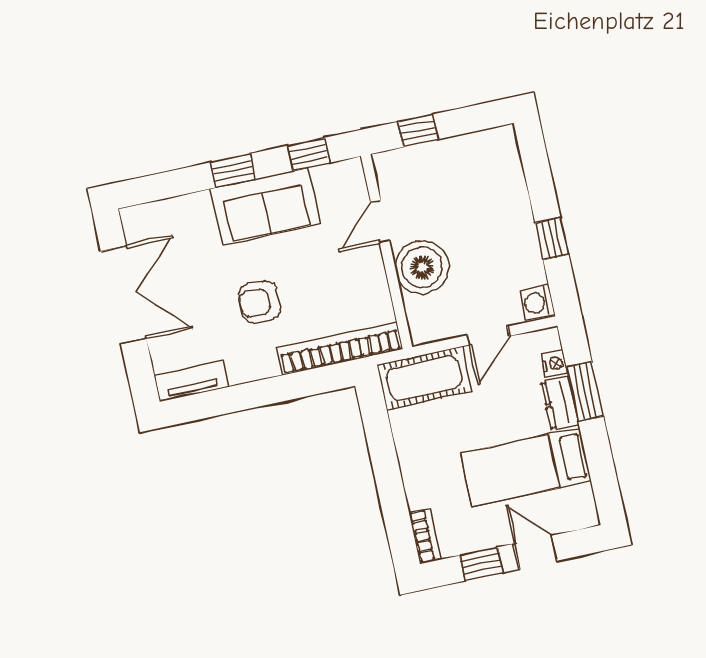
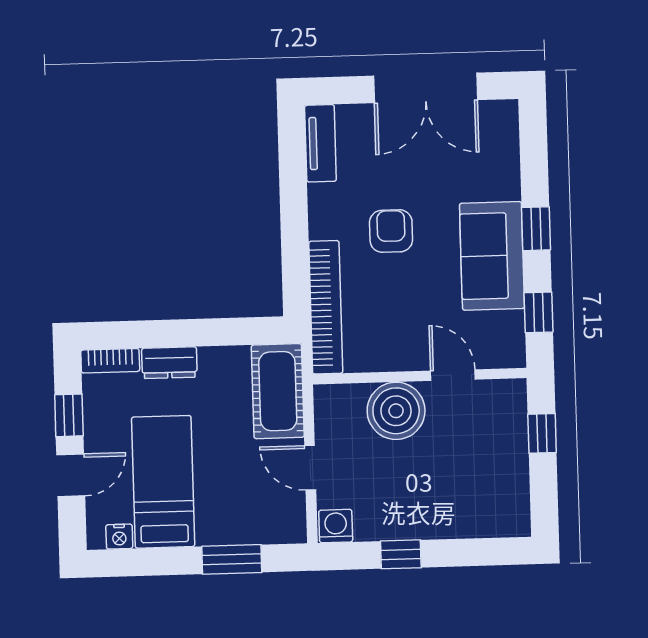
nightstand: (554, 364) -> (119, 537), moved
dresser: (560, 403) -> (169, 363), moved, turned 180

